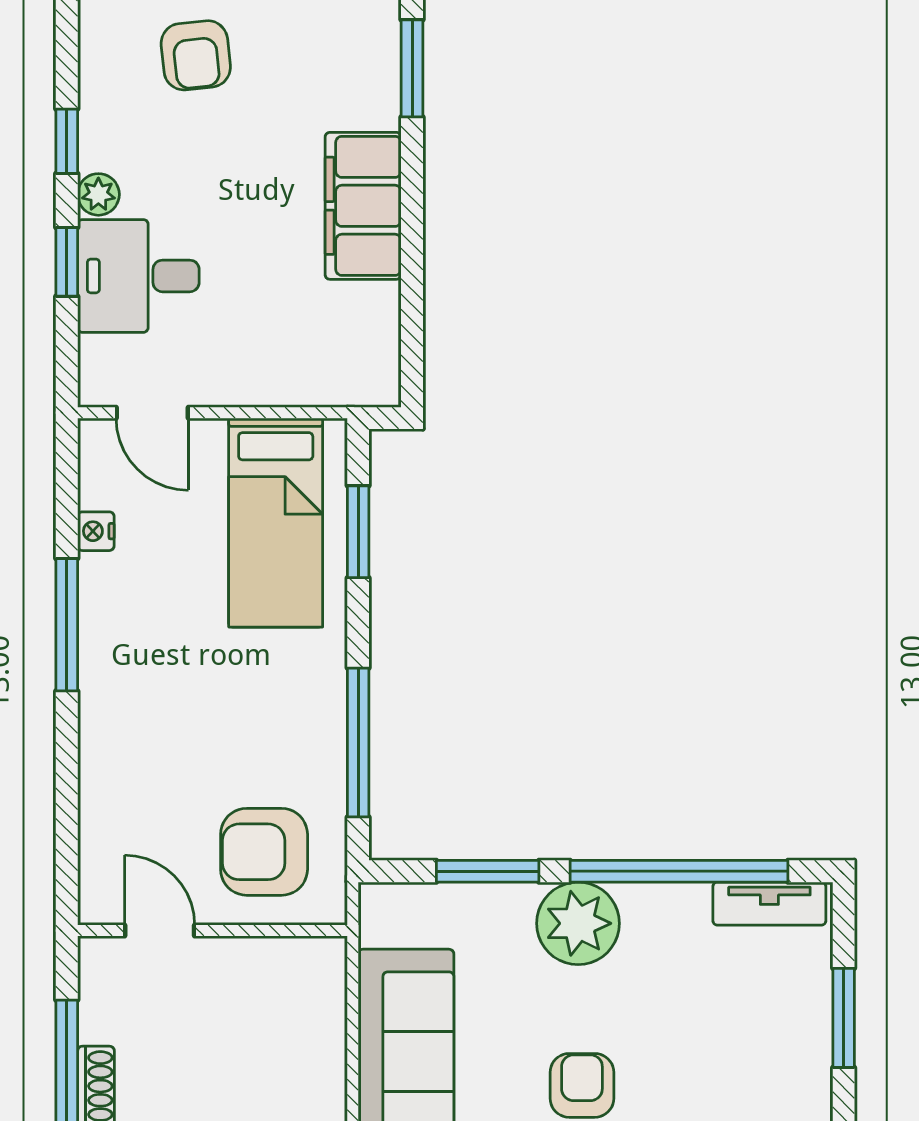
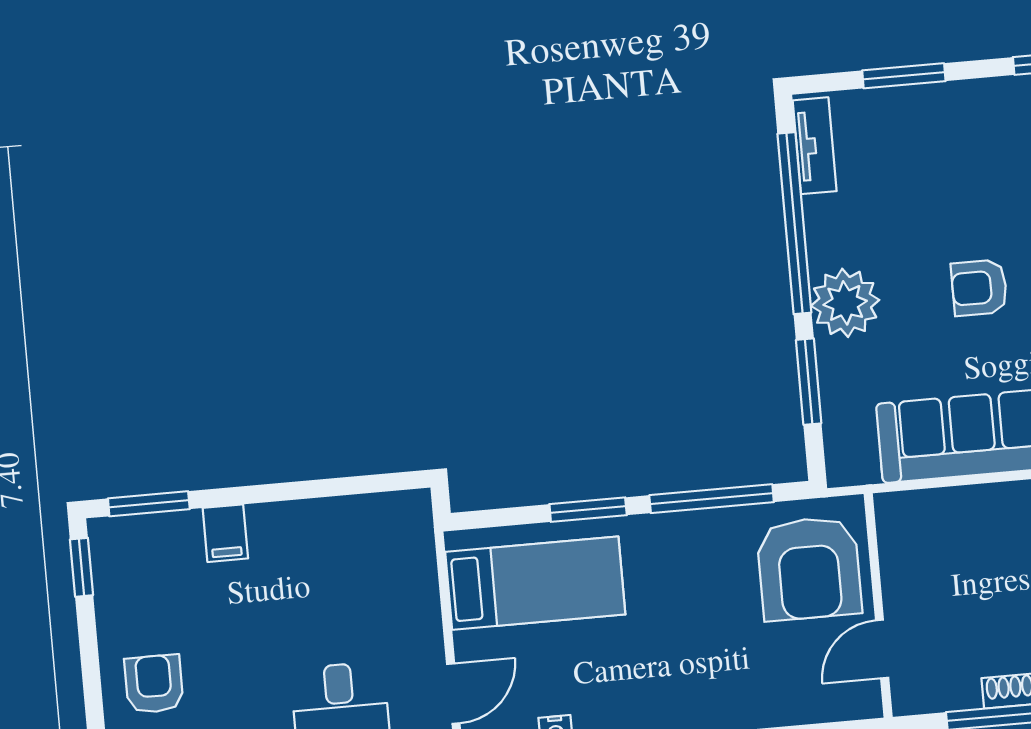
armchair: (196, 55) -> (154, 684), turned -84
filing cabinet: (363, 206) -> (225, 533), width x0.33, depth x0.86
window: (358, 532) -> (588, 510), moved
armchair: (264, 852) -> (809, 568), width x1.36, depth x1.36

